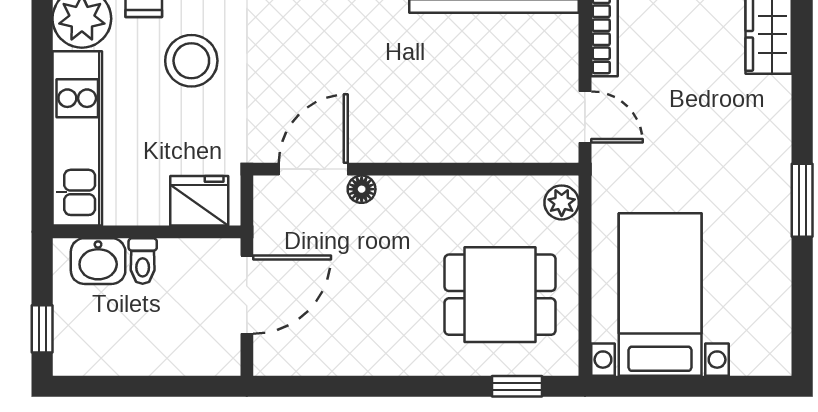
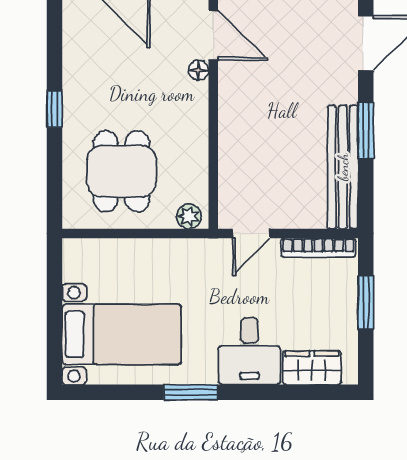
desk: (746, 120) -> (249, 351), added
bed with nightstands: (660, 294) -> (122, 334), moved
window: (517, 386) -> (55, 109), moved

